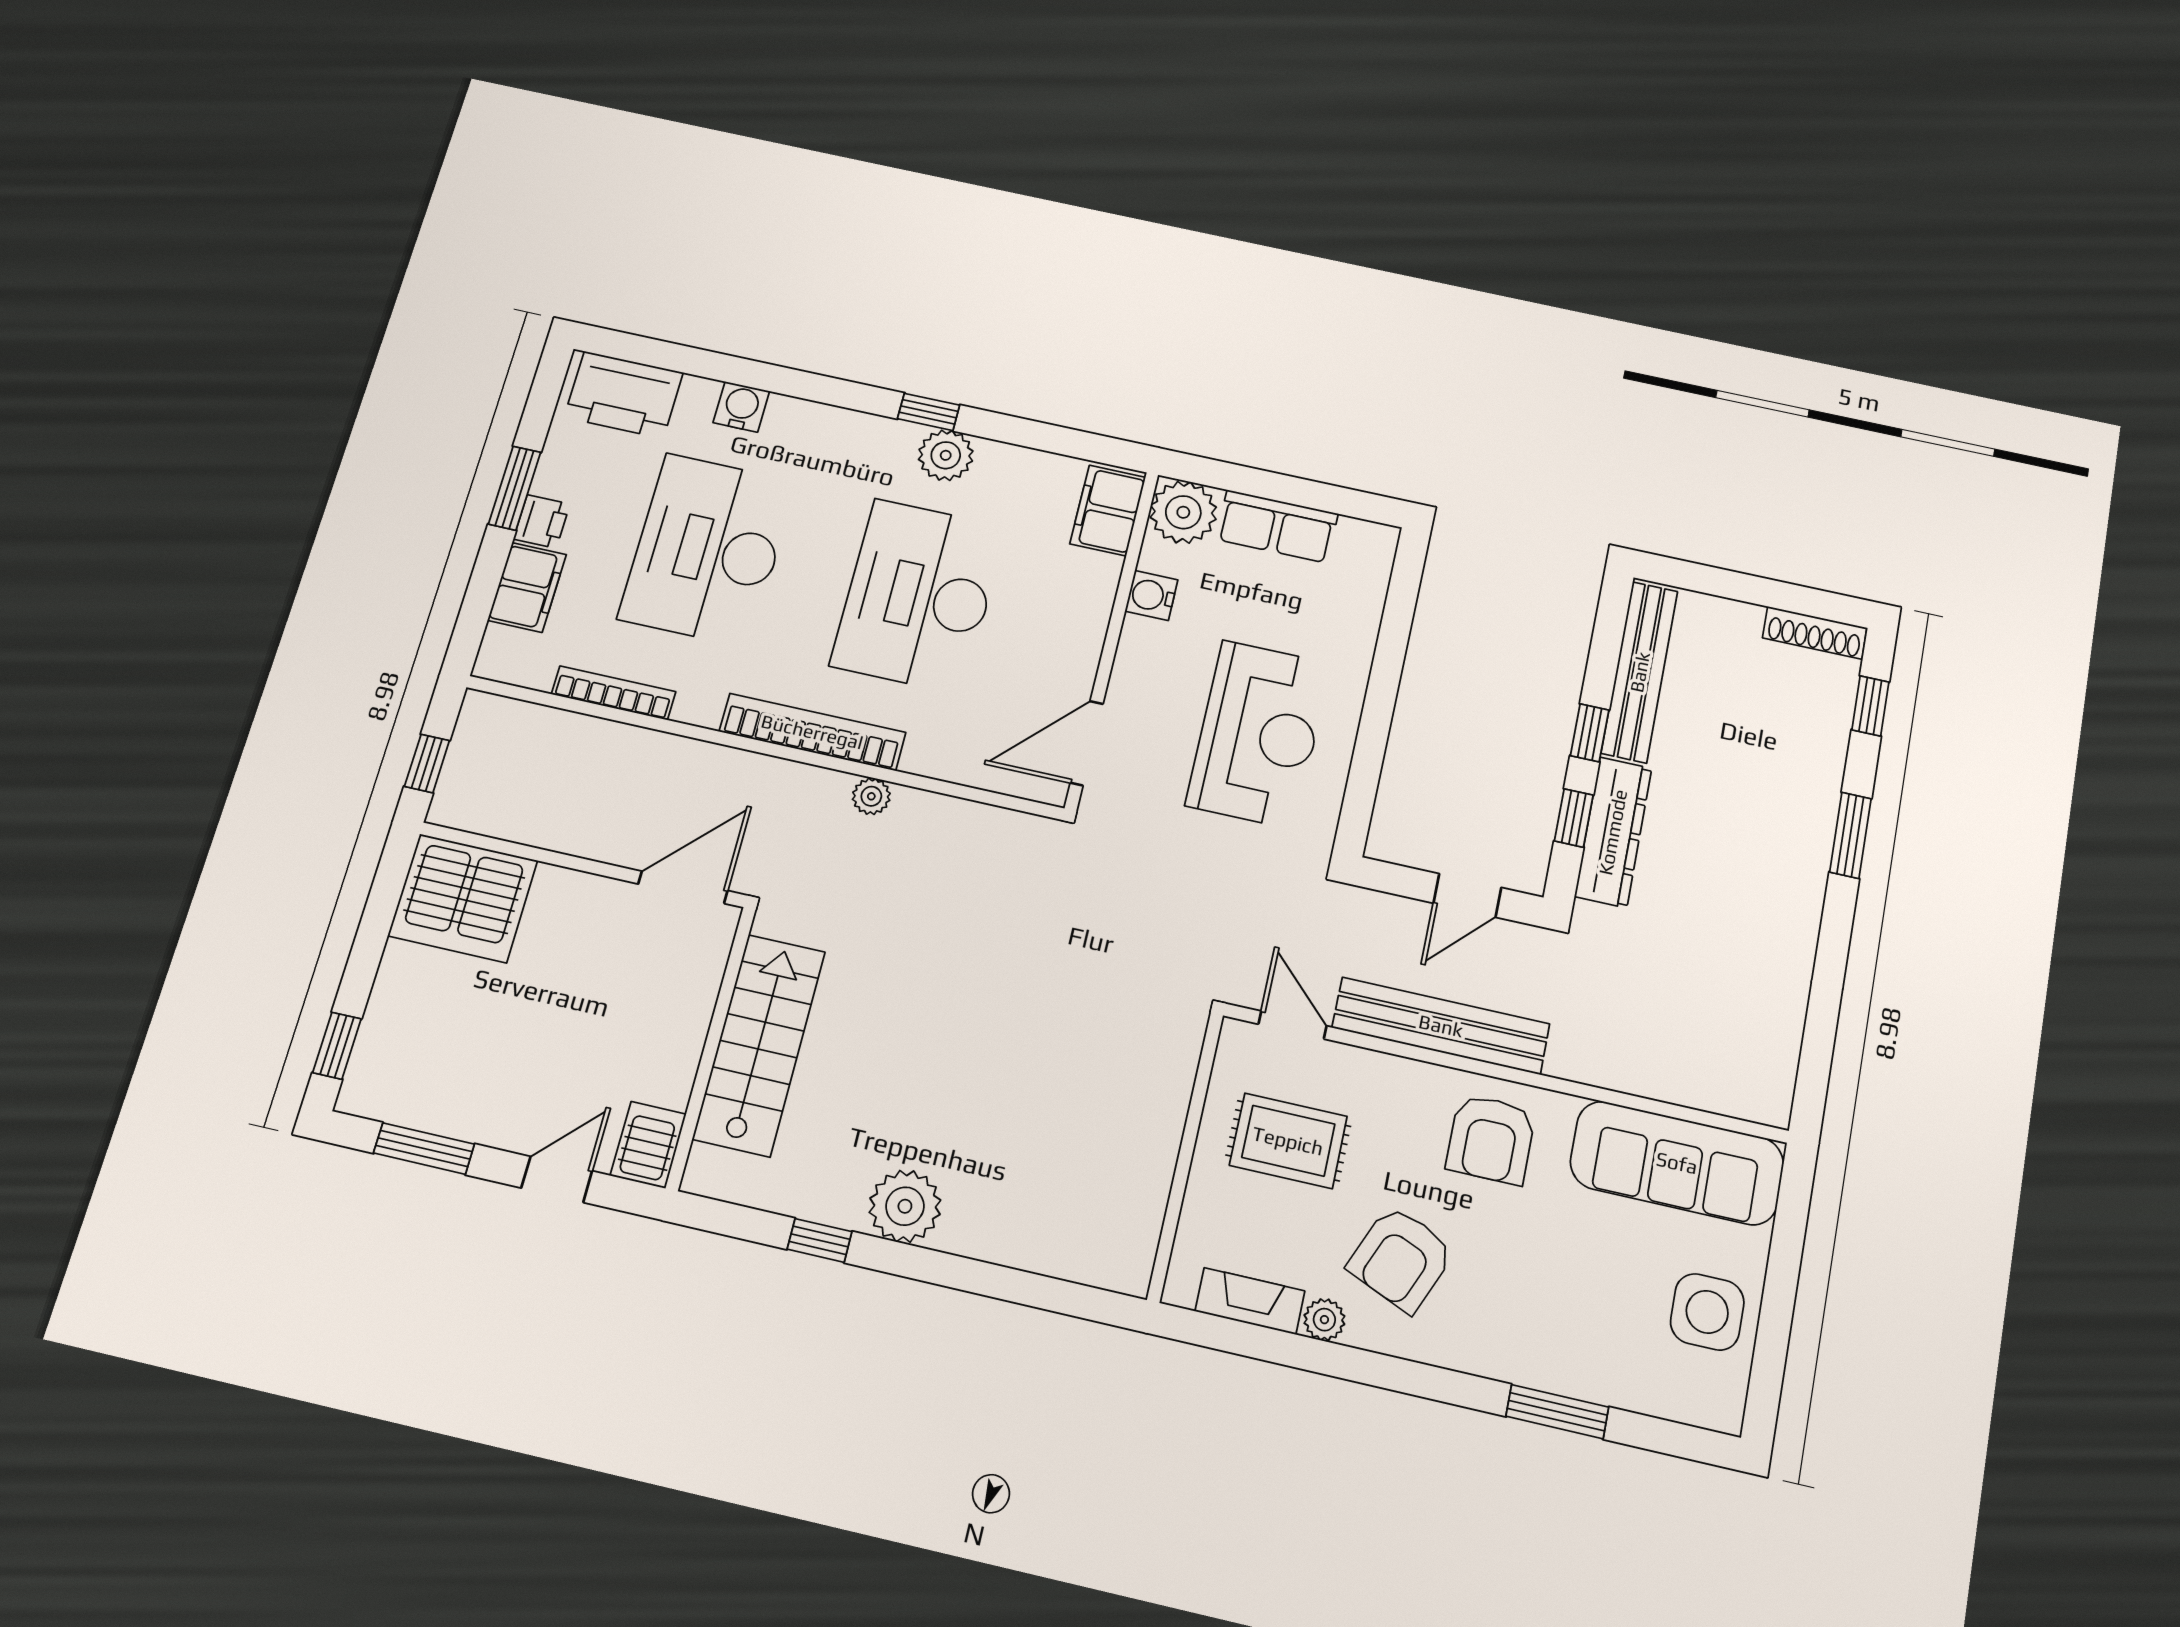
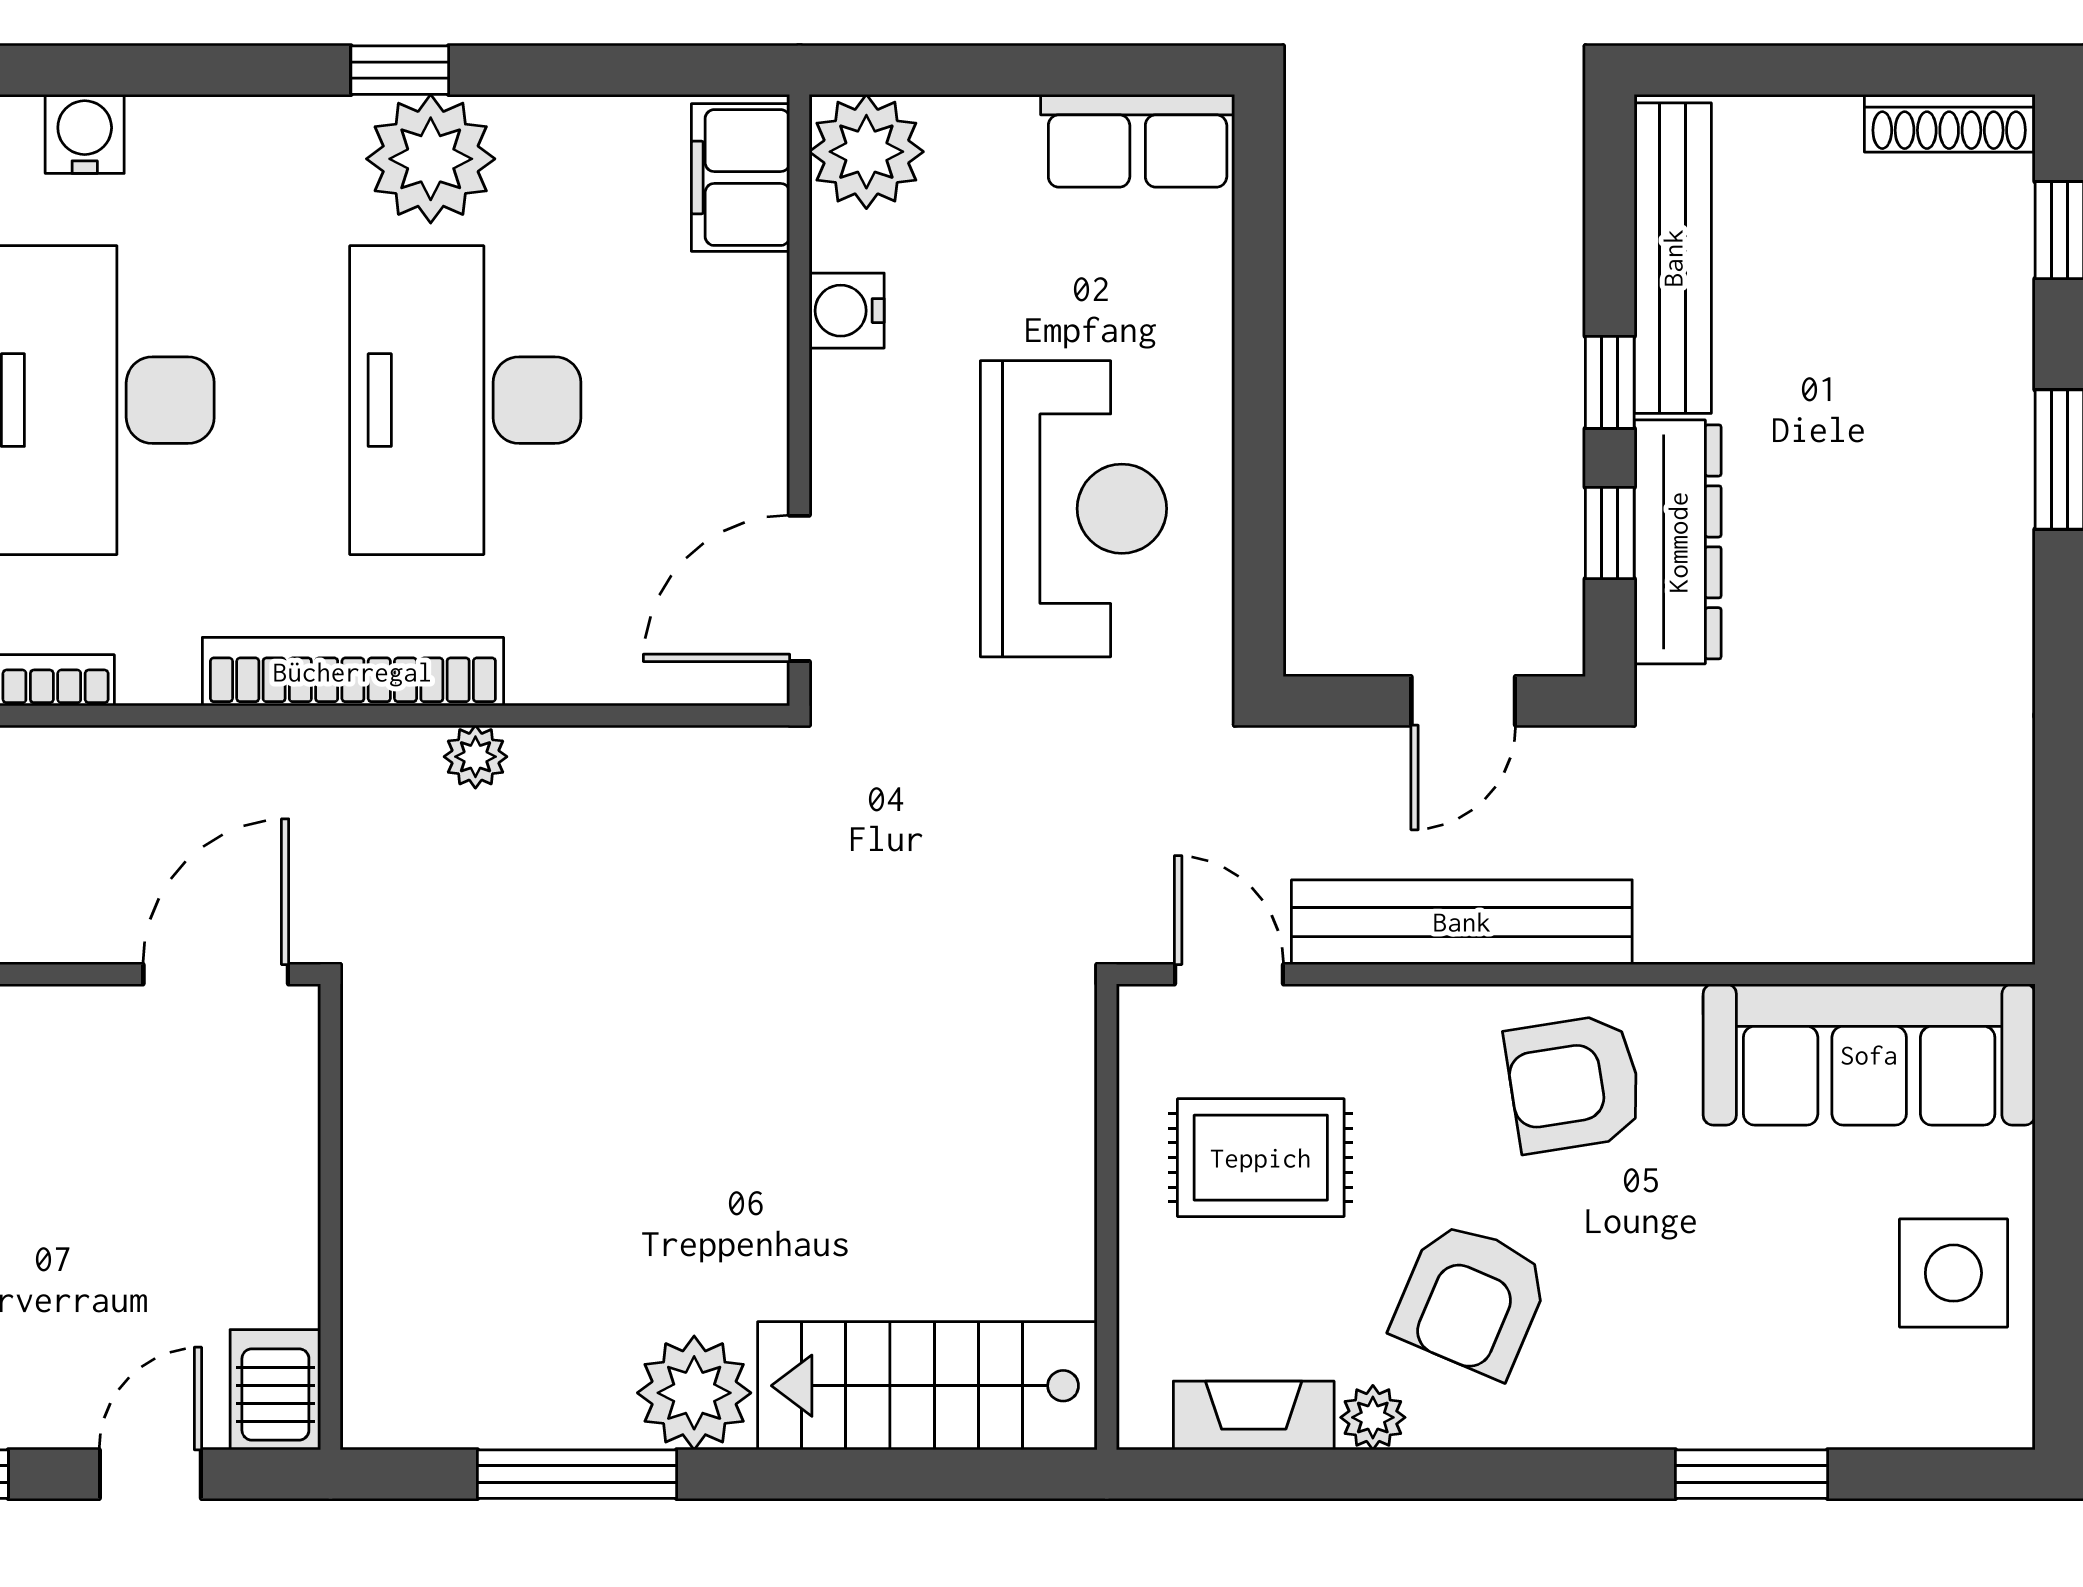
plant: (946, 455) -> (431, 159), width x1.36, depth x1.36
row of seats: (1277, 526) -> (1138, 141), moved
stairs: (759, 1045) -> (927, 1386), moved, turned -90
armchair: (1491, 1139) -> (1574, 1083), turned 81
window: (820, 1240) -> (577, 1474), width x2.17

